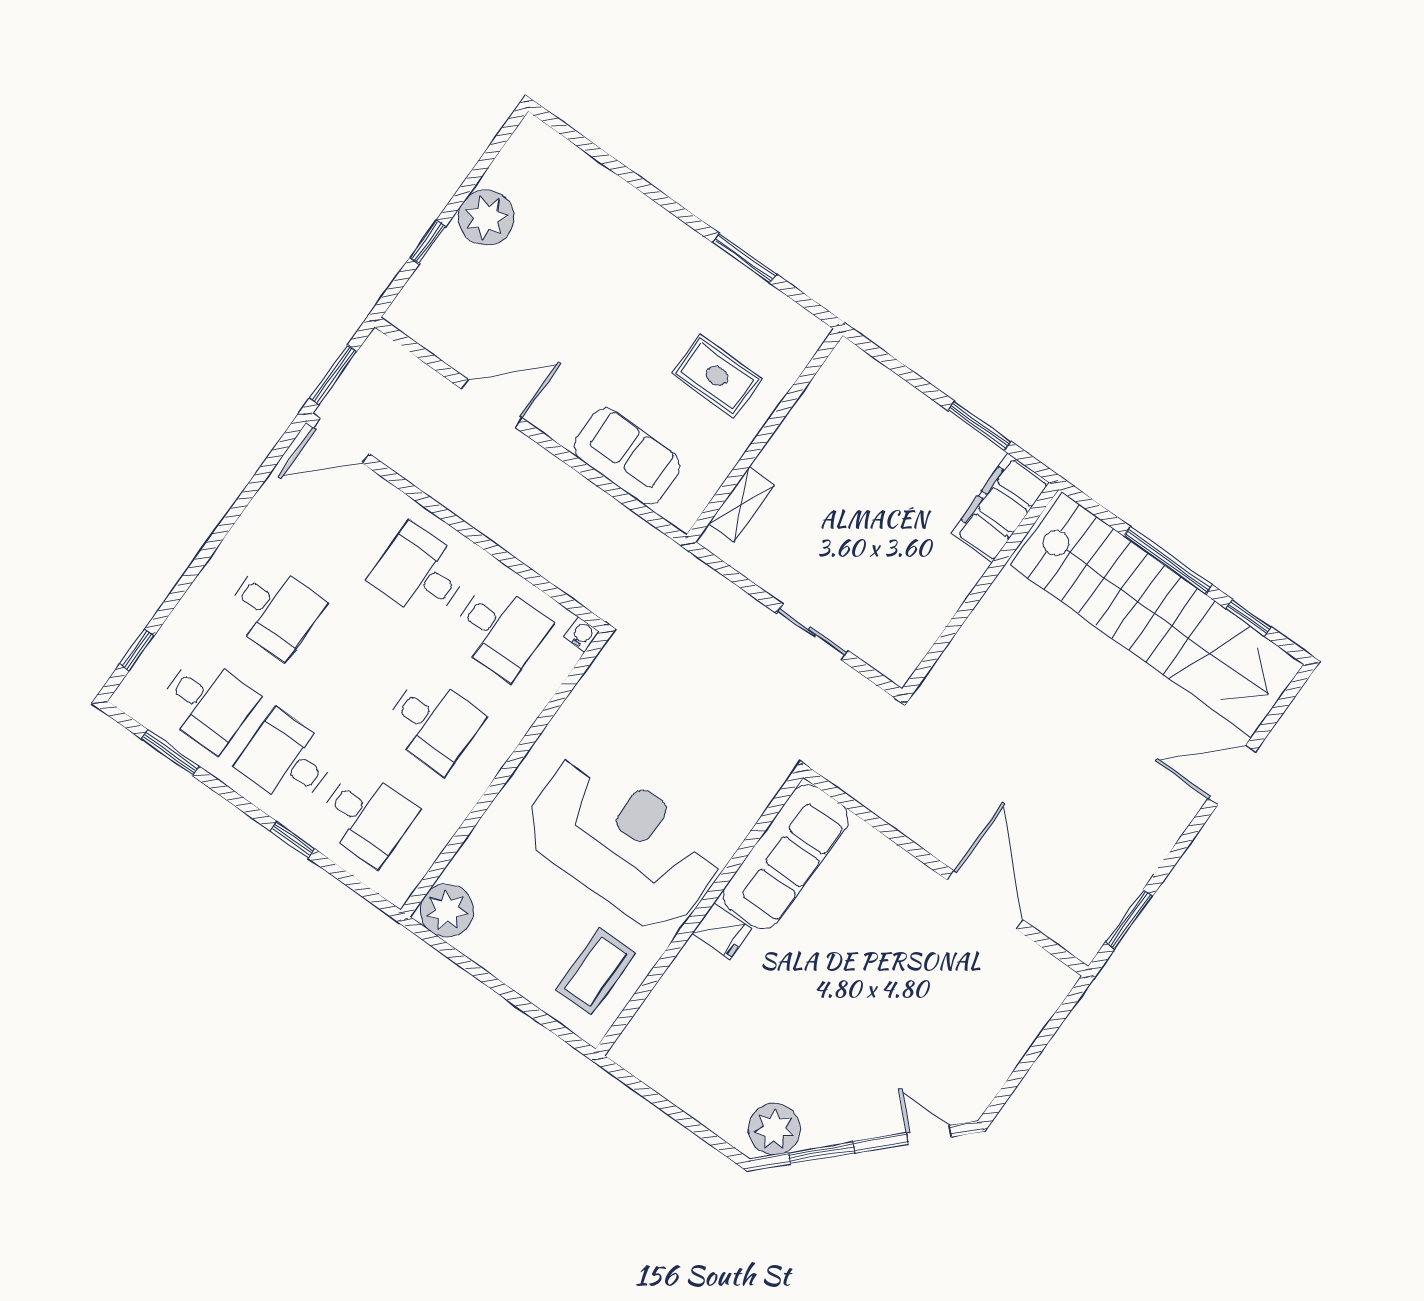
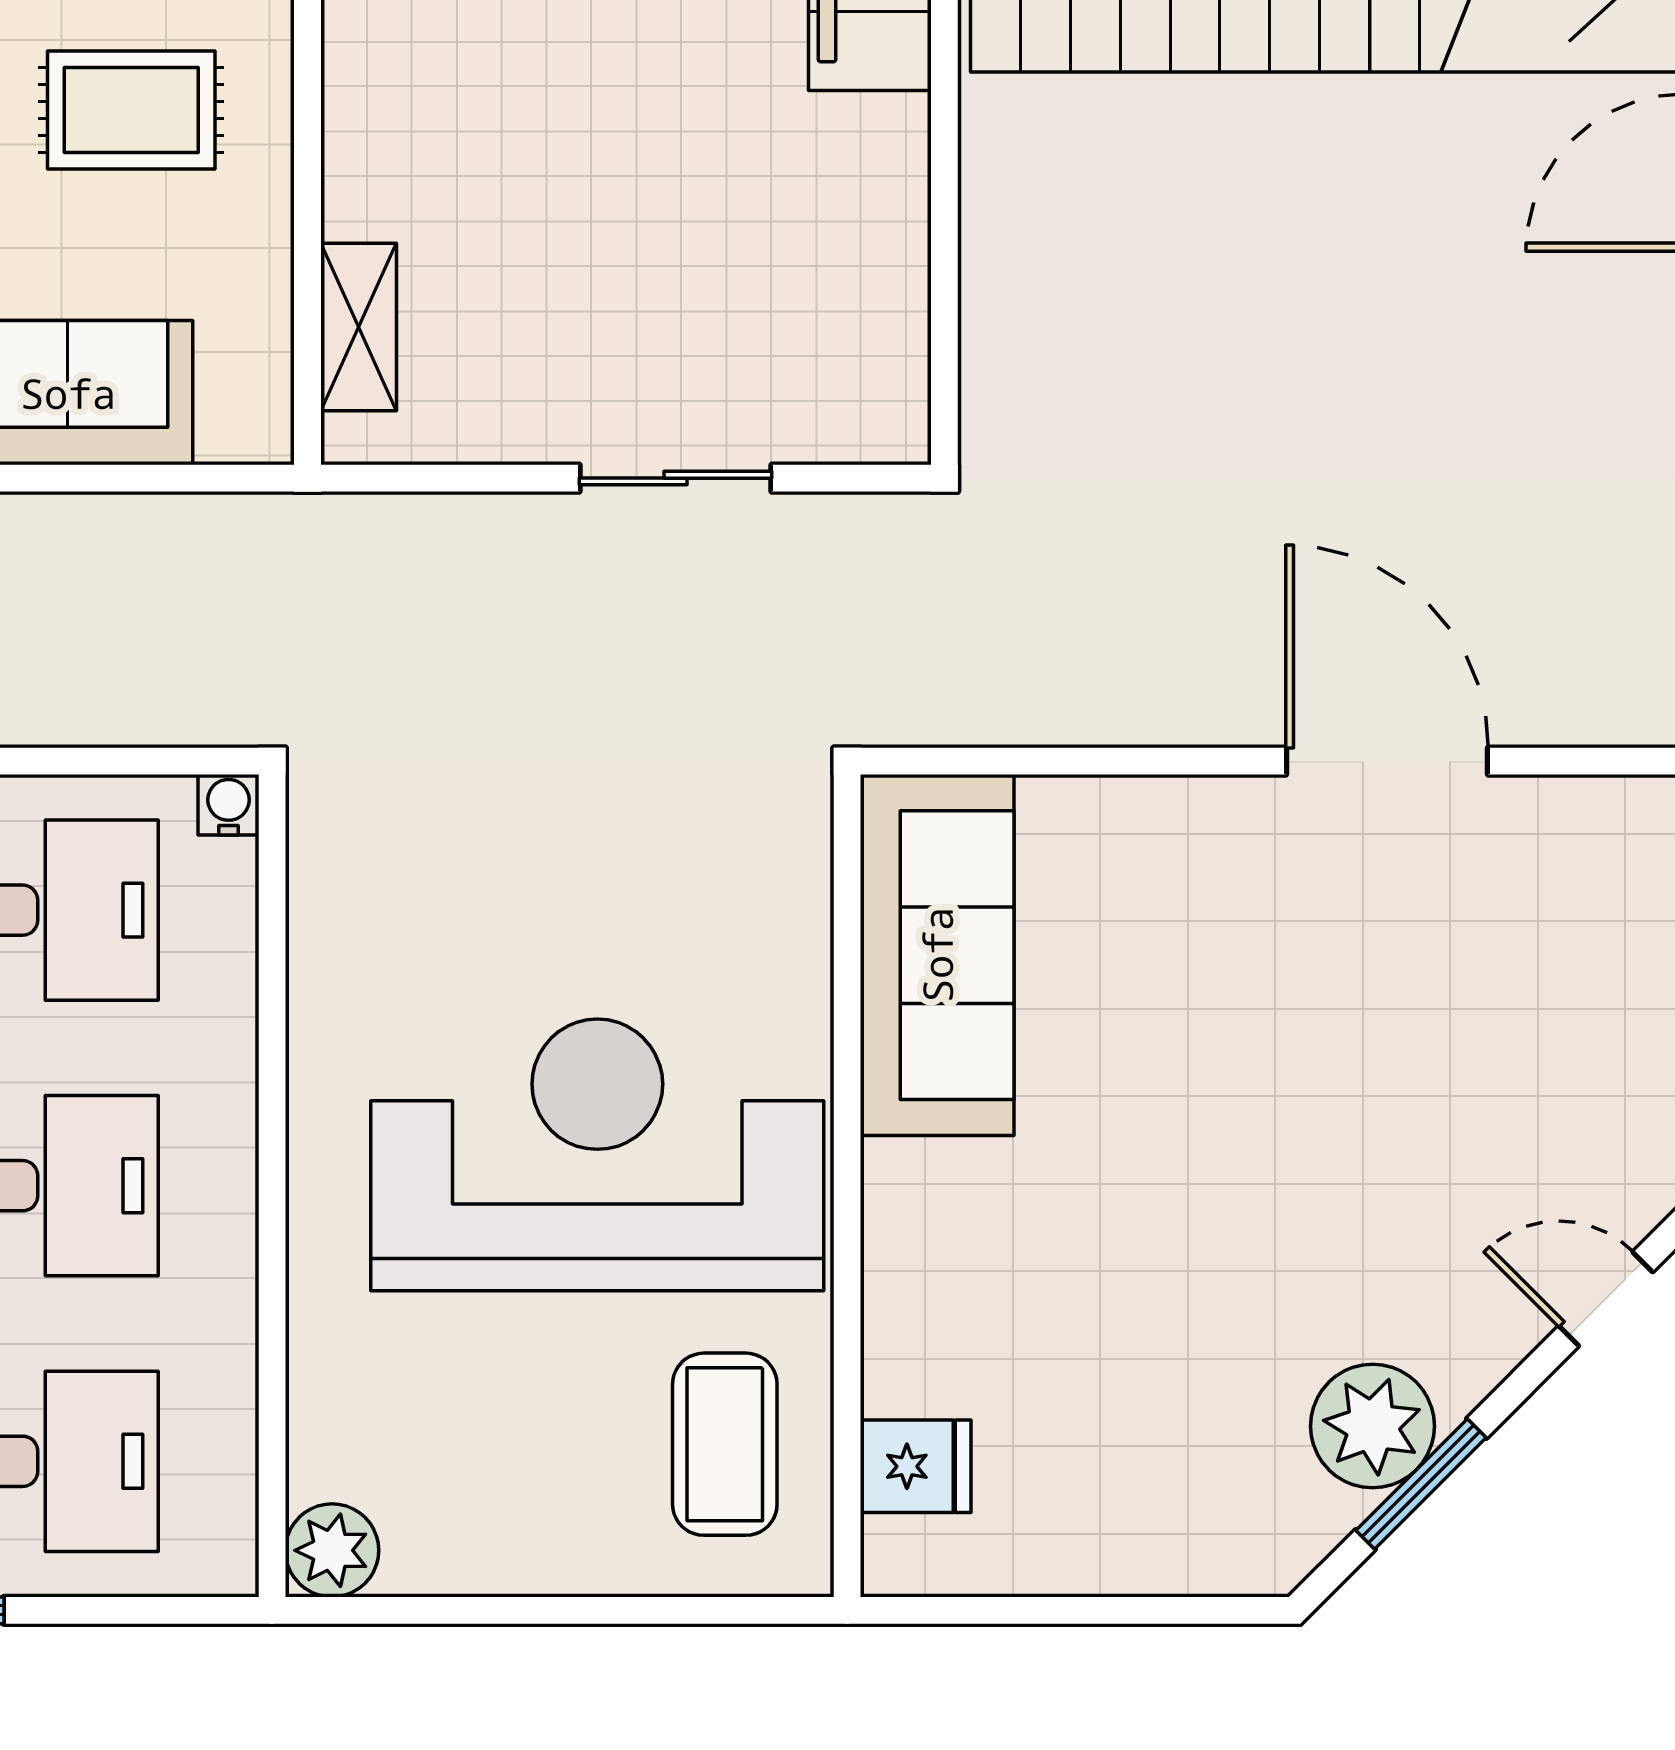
plant: (447, 911) -> (332, 1550), width x0.73, depth x0.73
fridge: (722, 931) -> (916, 1466), moved
plant: (774, 1129) -> (1373, 1426), moved

